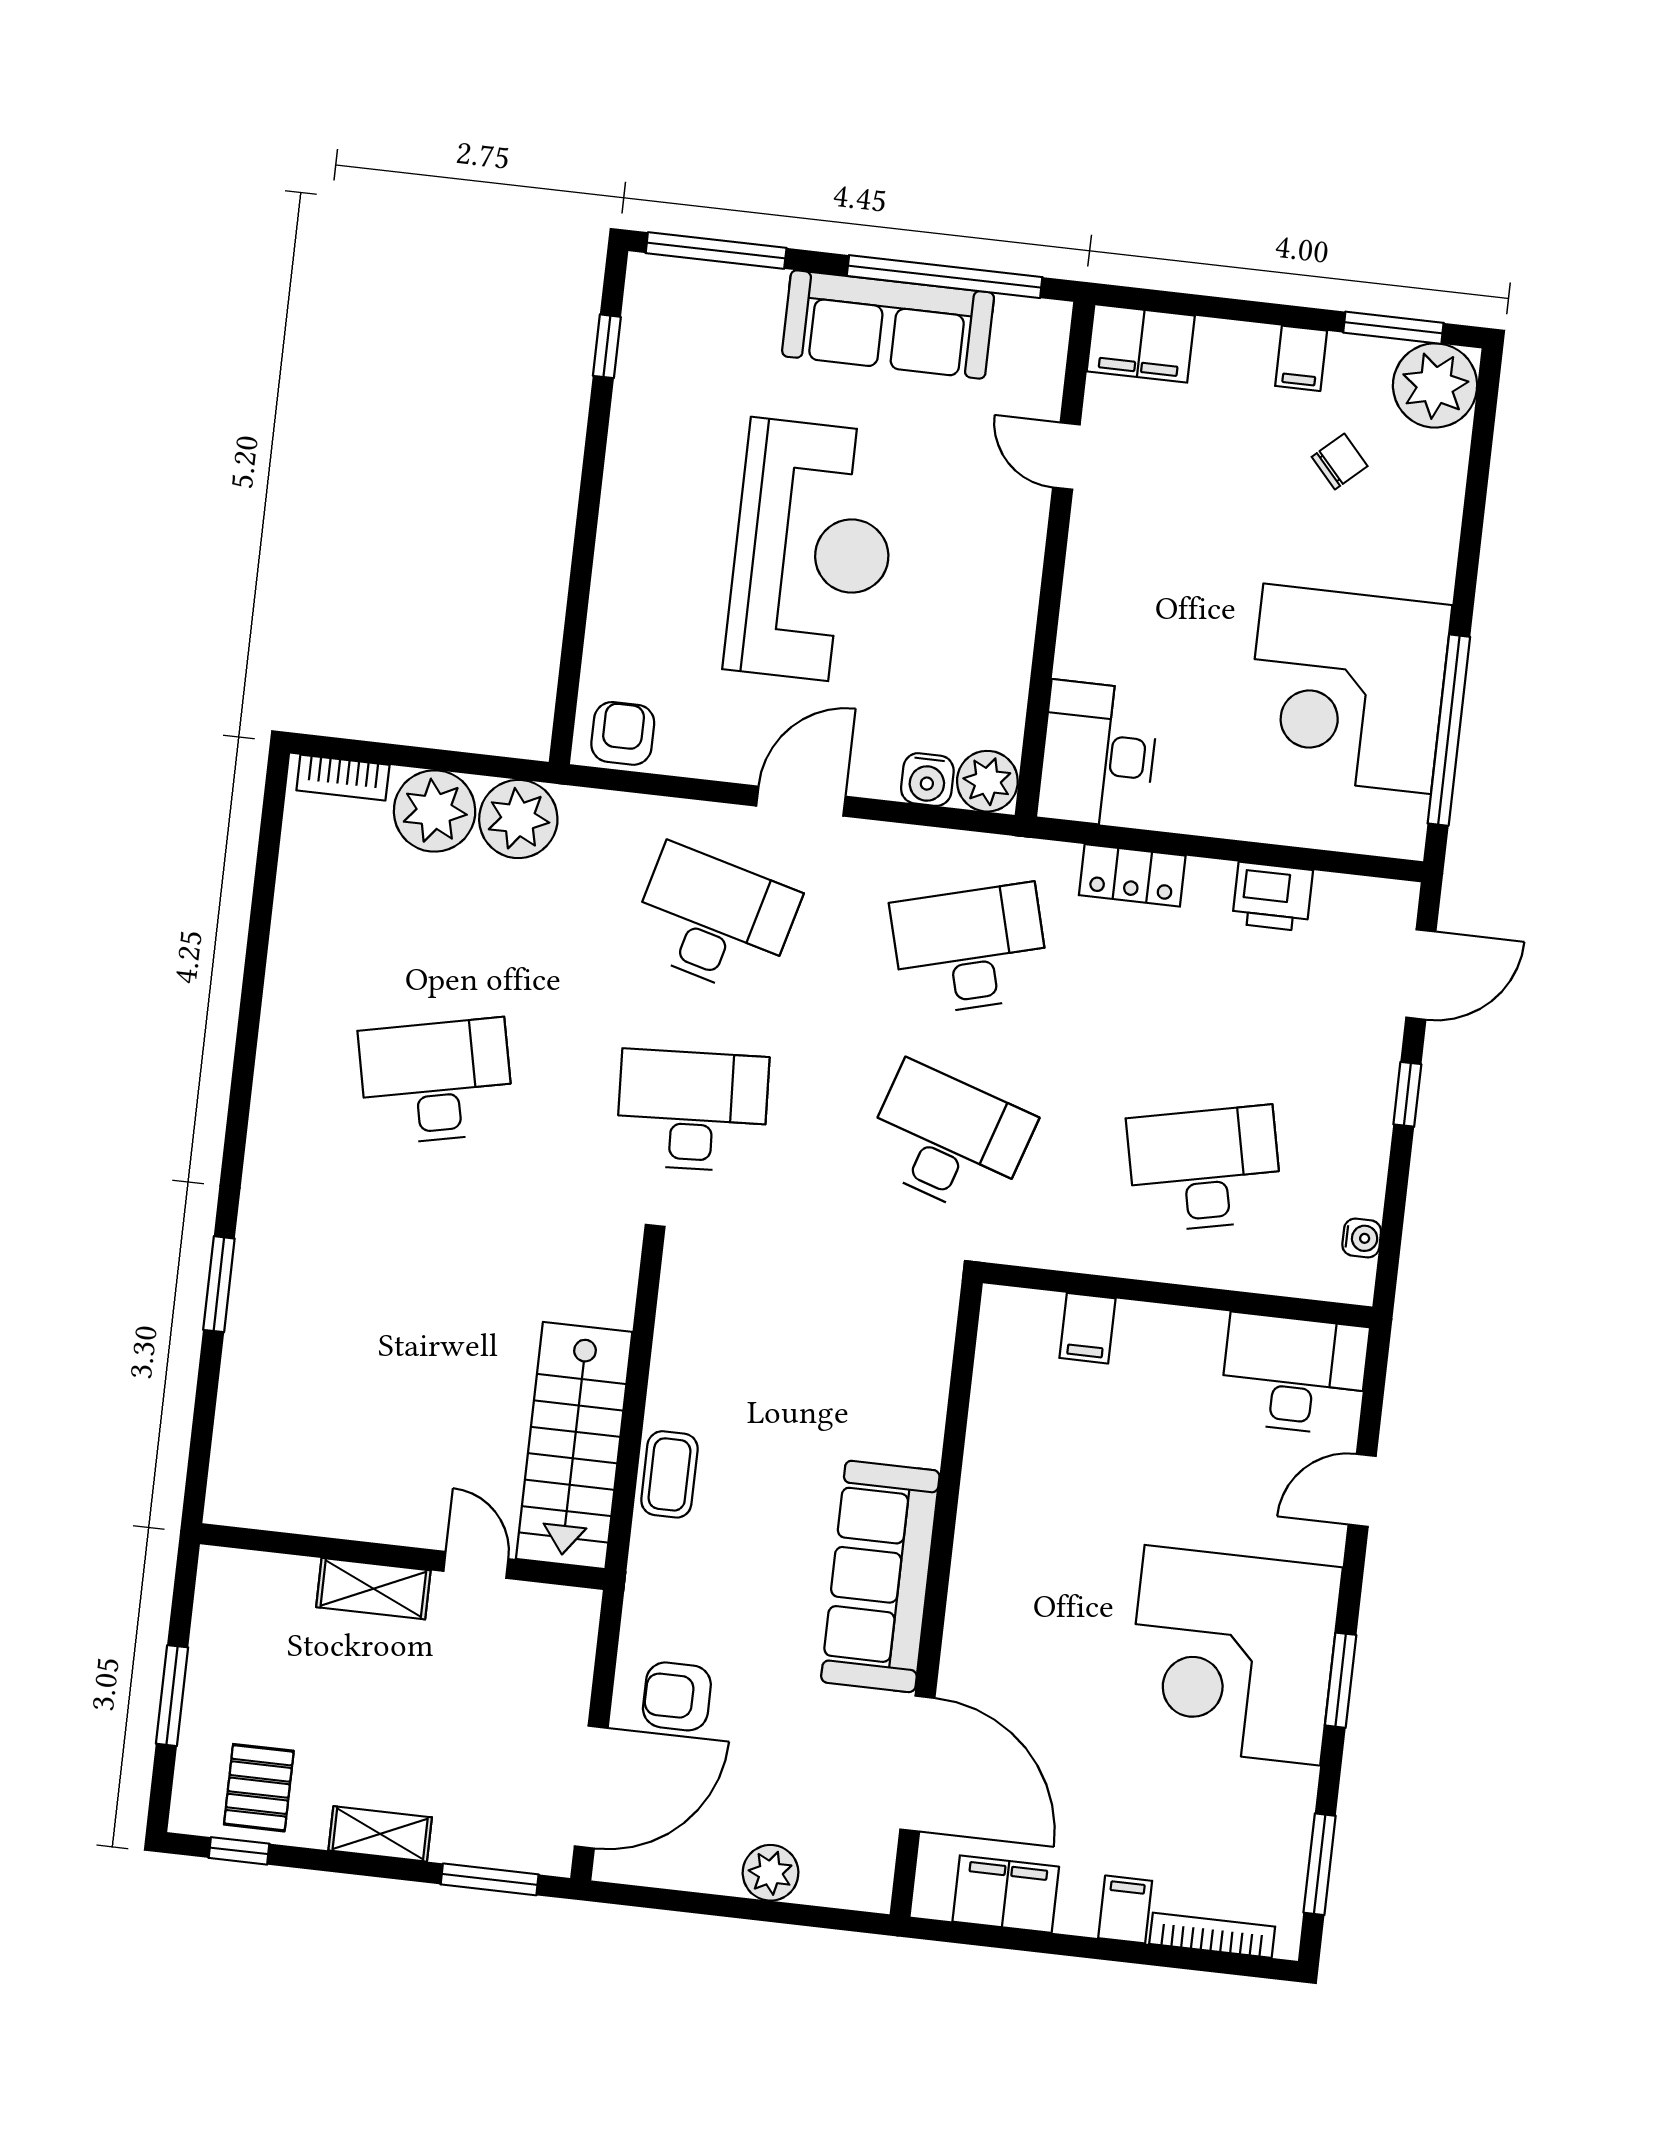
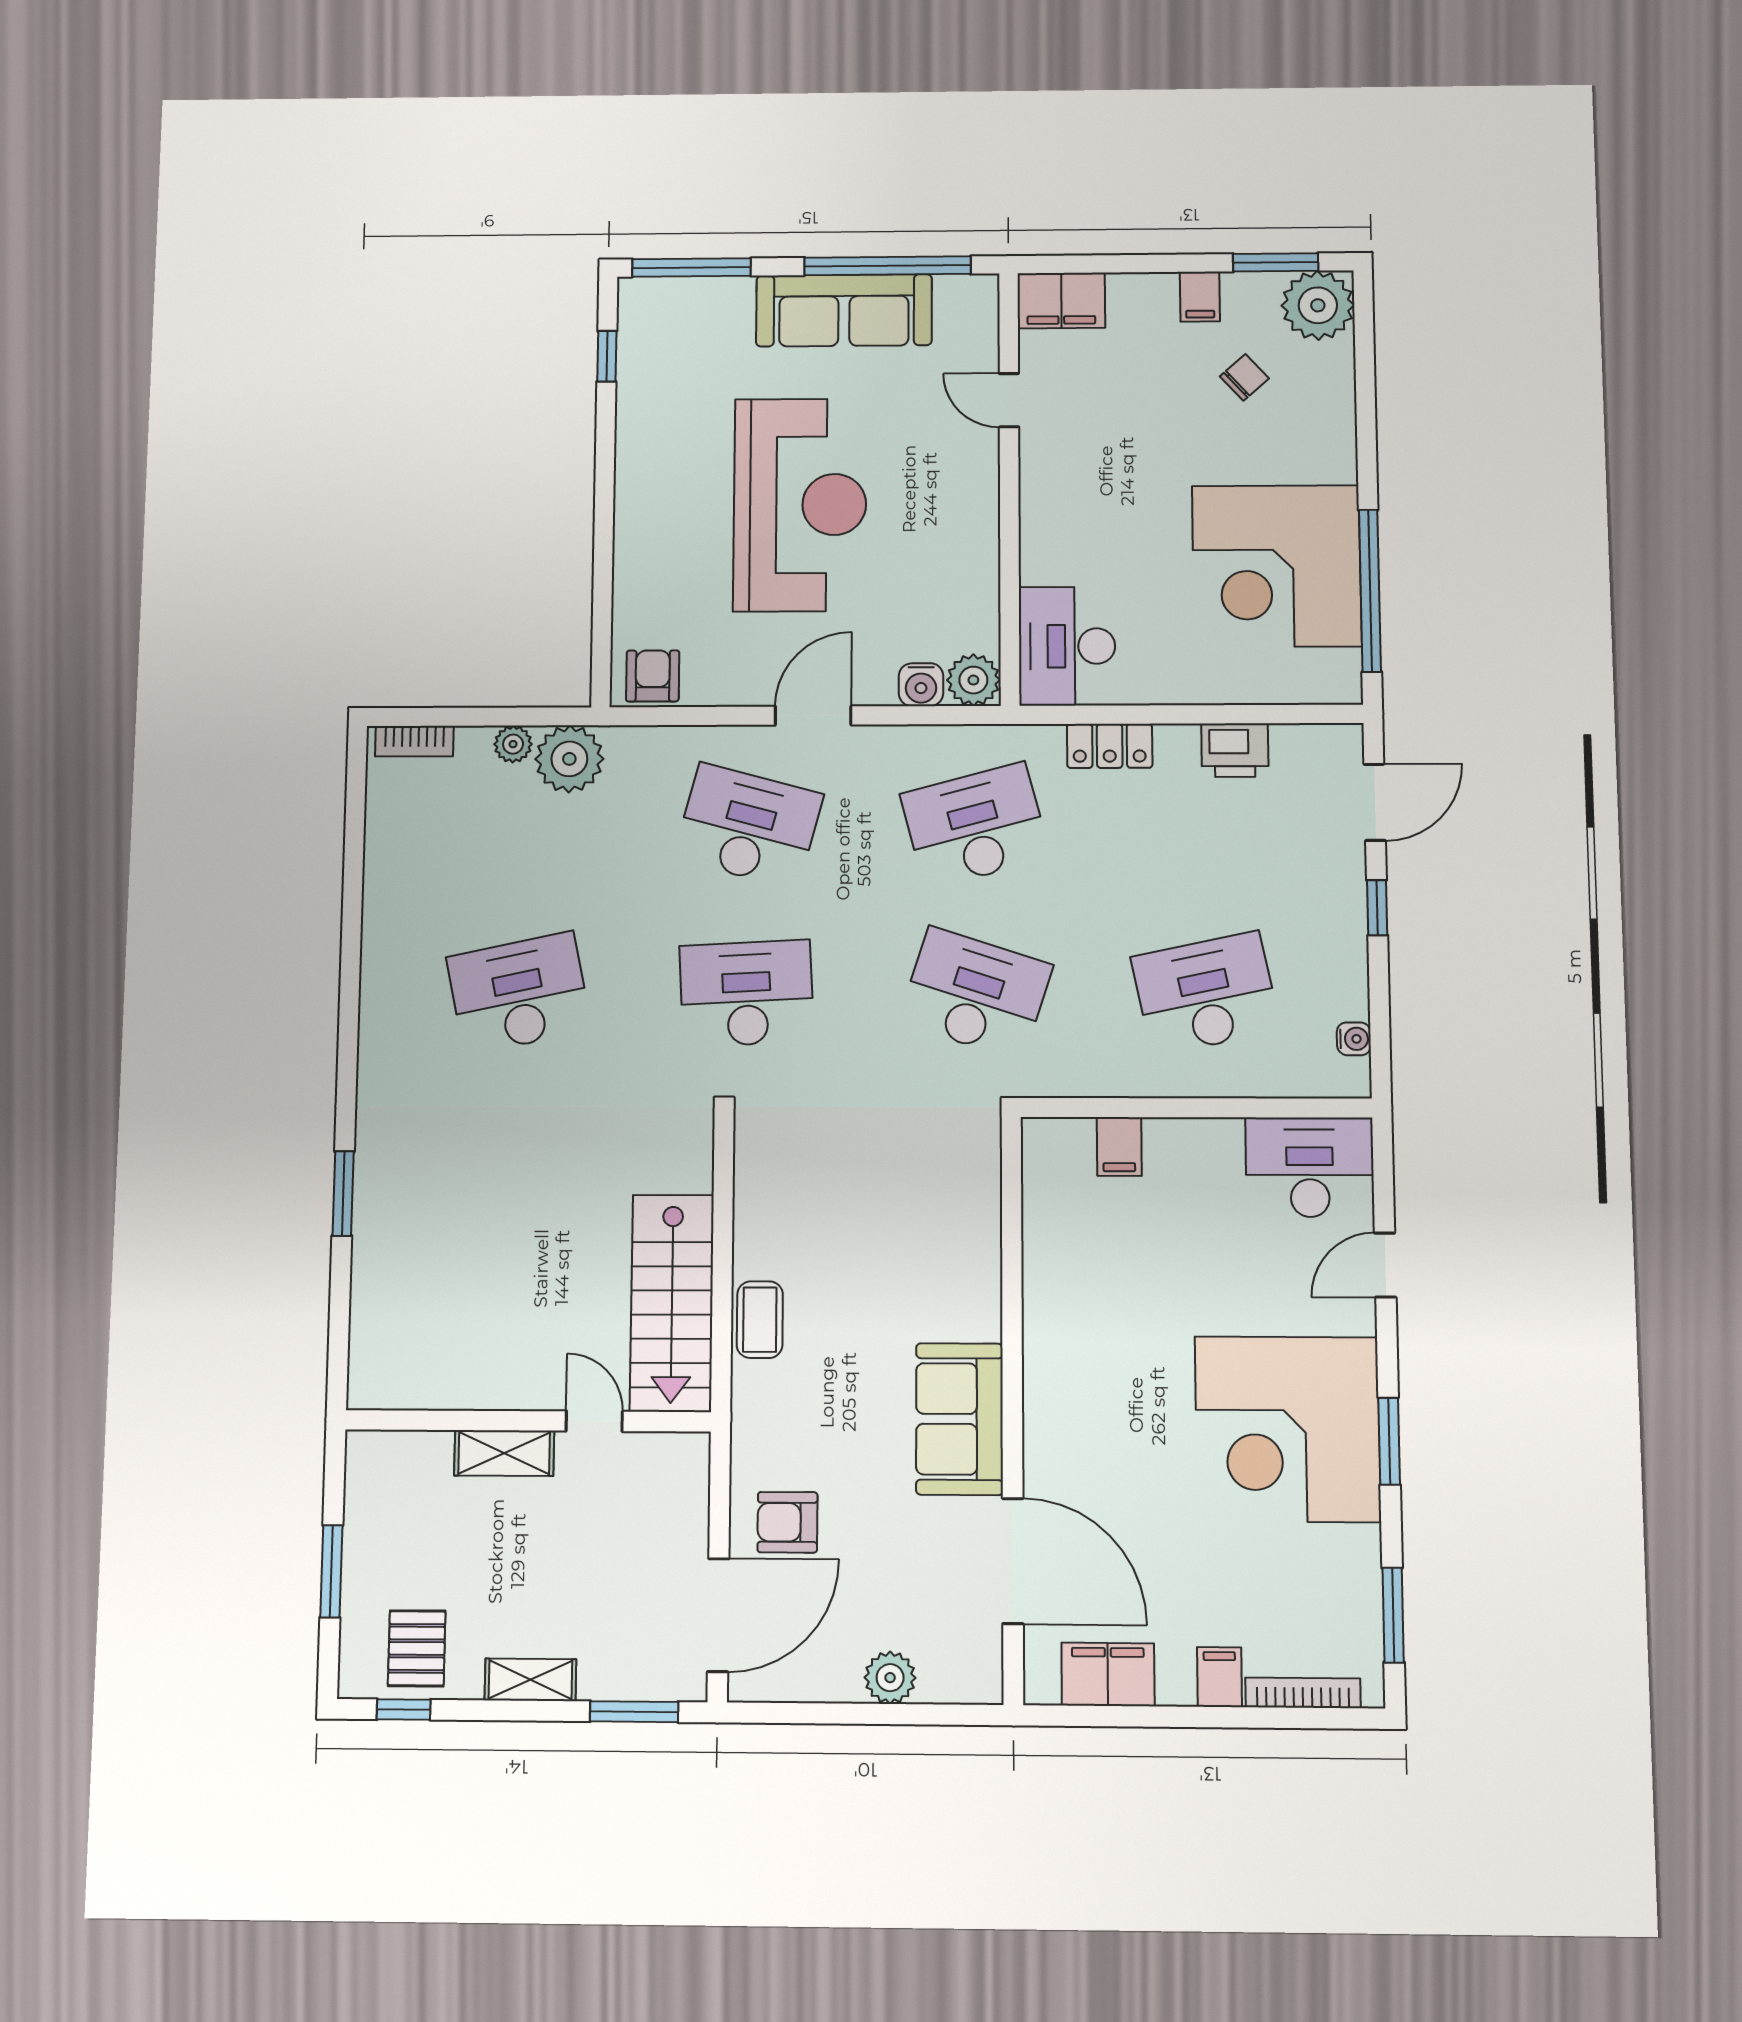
plant: (435, 811) -> (513, 744), width x0.53, depth x0.53
sofa: (880, 1576) -> (960, 1419), width x0.73

